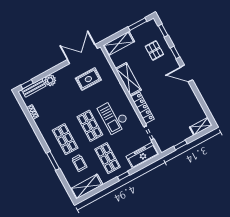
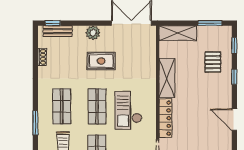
door: (186, 73) -> (234, 120), moved
rug: (88, 79) -> (101, 61), moved
plant: (50, 80) -> (93, 33), moved

